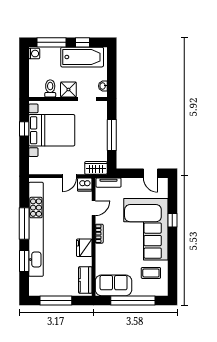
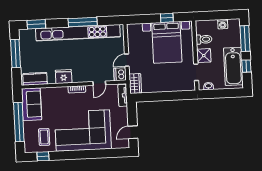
washing machine: (34, 54) -> (223, 24), moved
window: (112, 135) -> (165, 96), removed
door: (69, 176) -> (127, 60), hinge flipped
door: (94, 208) -> (99, 83), hinge flipped
window: (172, 220) -> (43, 156), moved
window: (24, 261) -> (36, 24), moved

